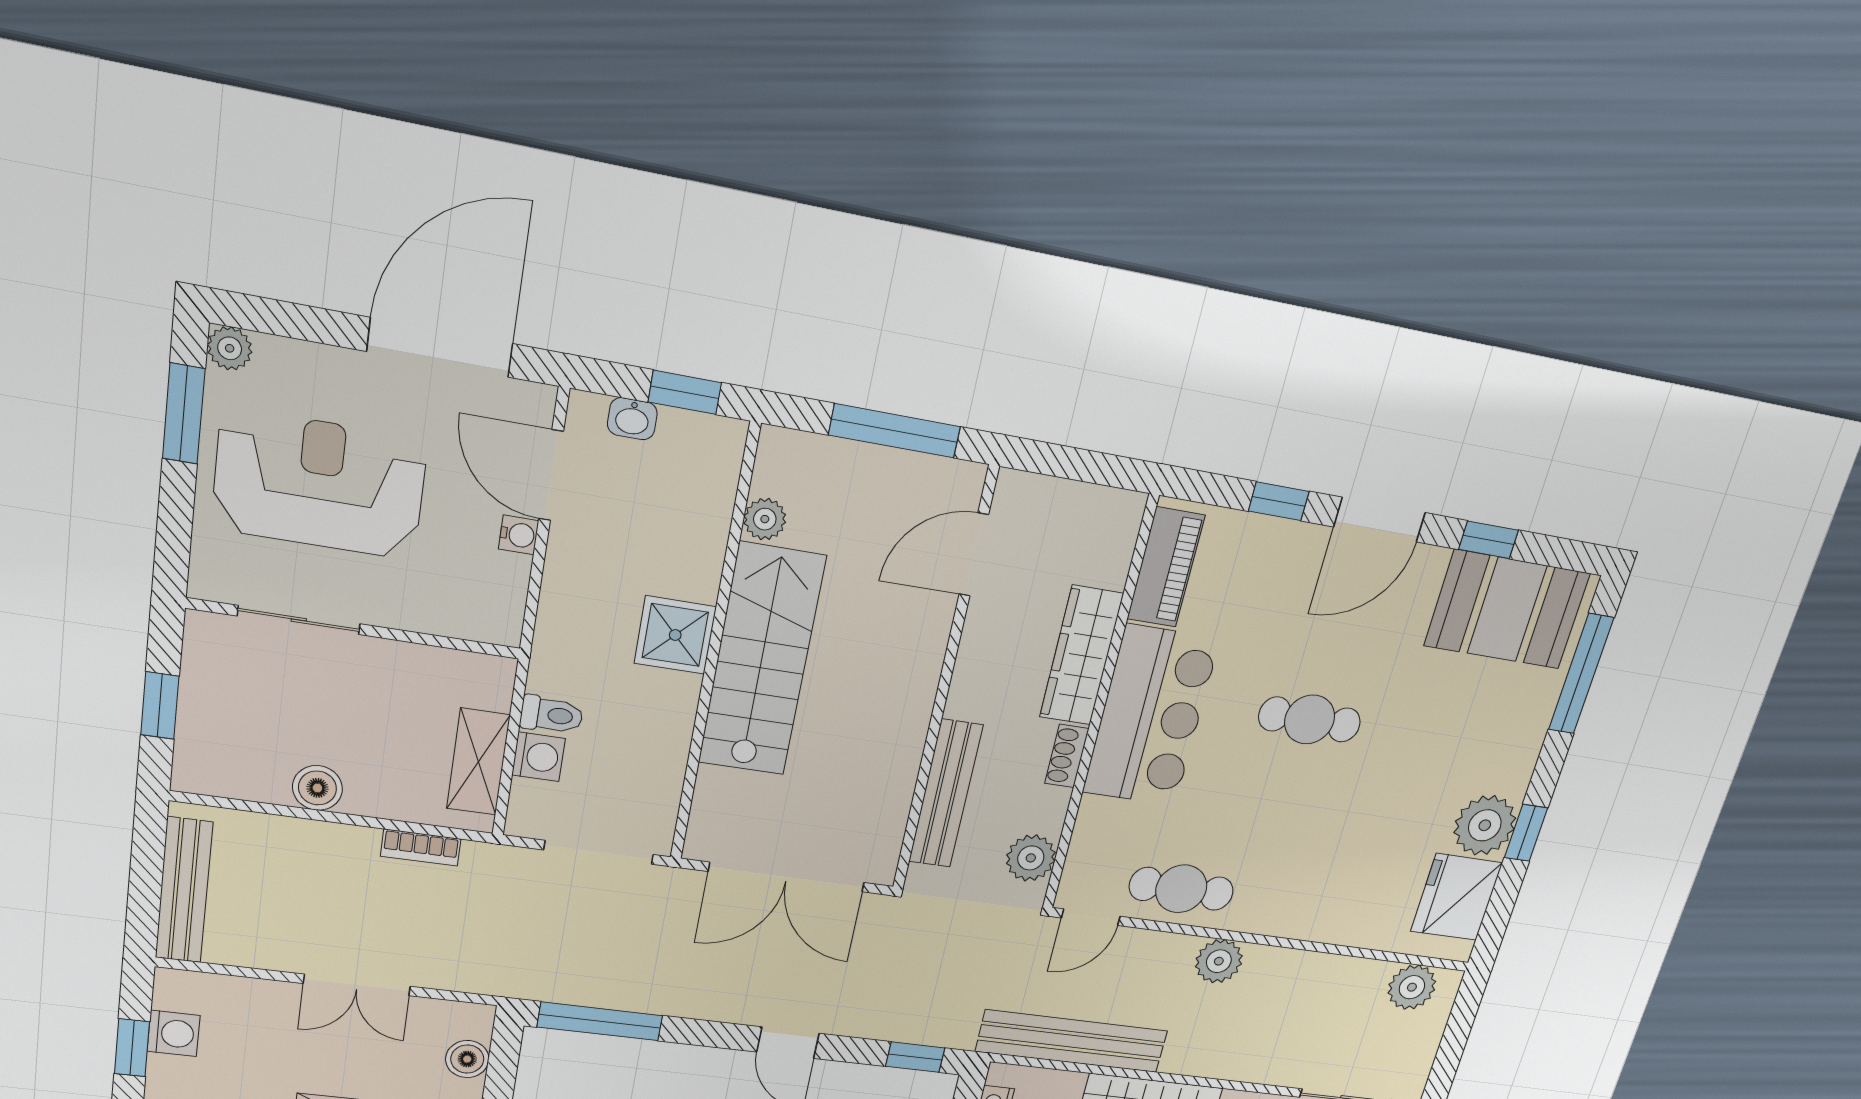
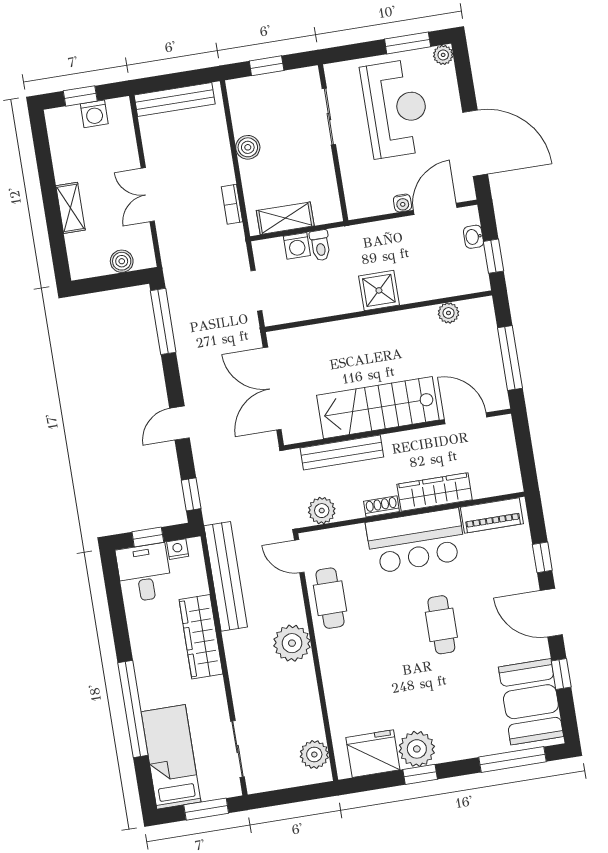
stairs: (762, 660) -> (378, 408), moved, turned 180
doorway: (599, 852) -> (256, 291), width x0.73
plant: (1219, 961) -> (292, 643), width x1.36, depth x1.36

